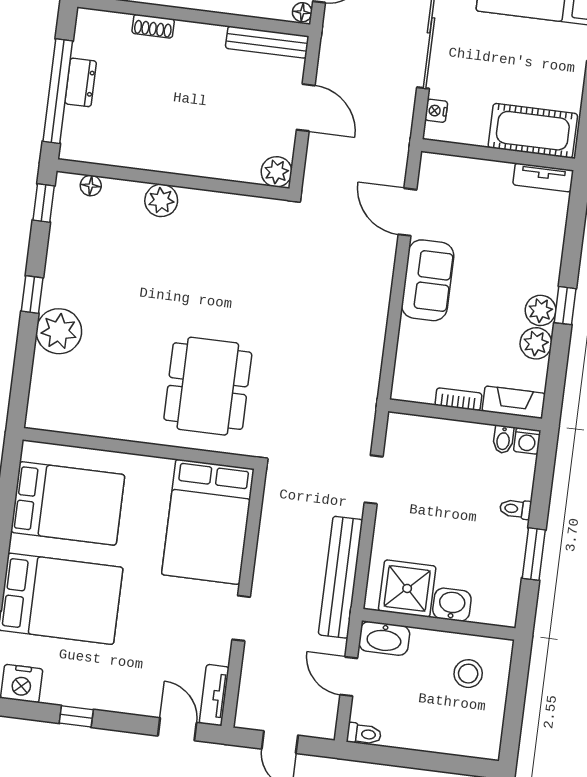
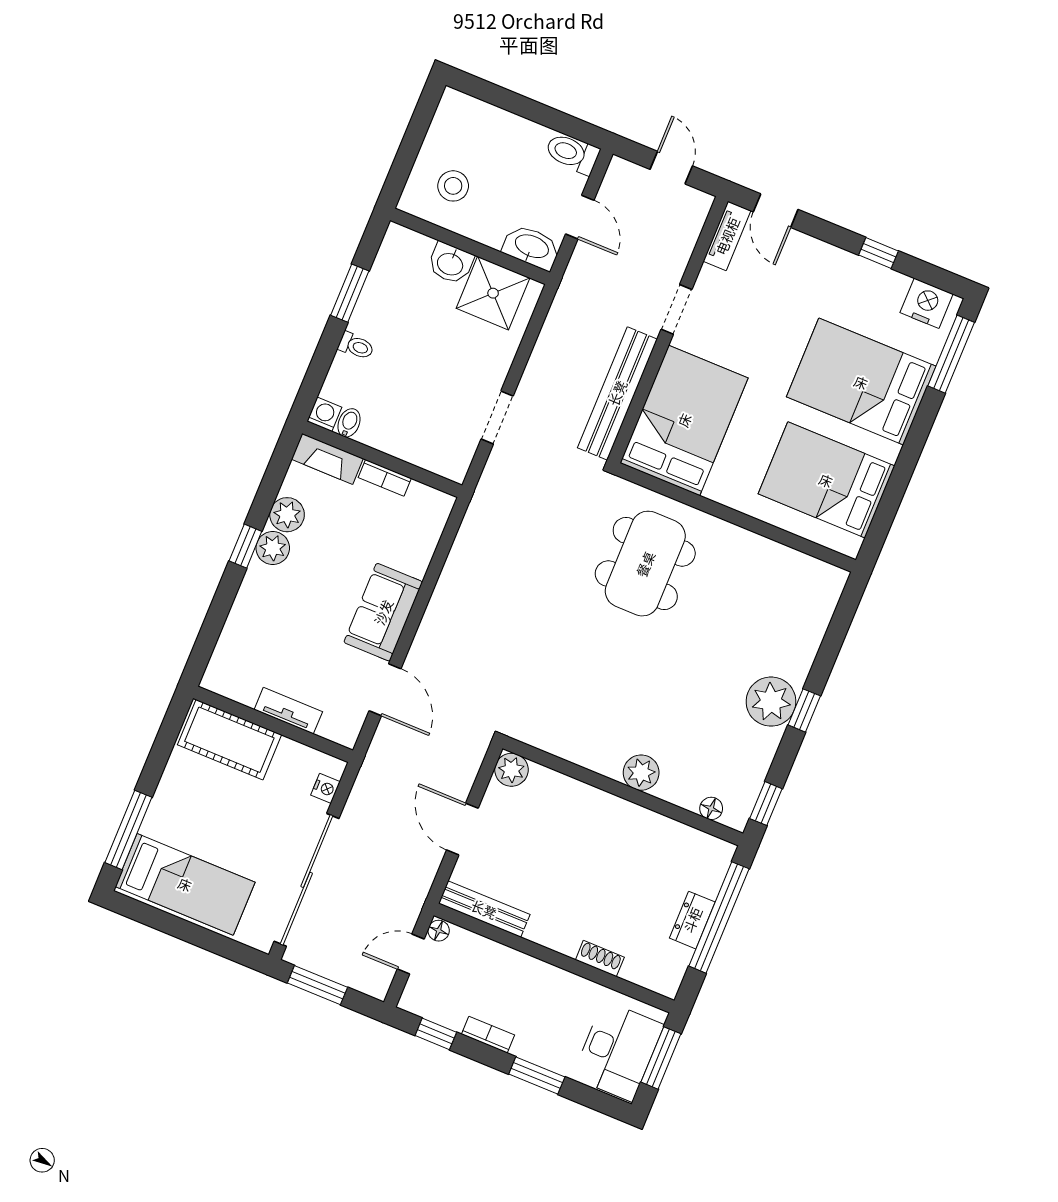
tv unit: (543, 177) -> (288, 711), moved
plant: (59, 331) -> (771, 702), moved
bench: (341, 577) -> (617, 393), moved
toilet: (364, 734) -> (572, 153), width x1.37, depth x1.39

